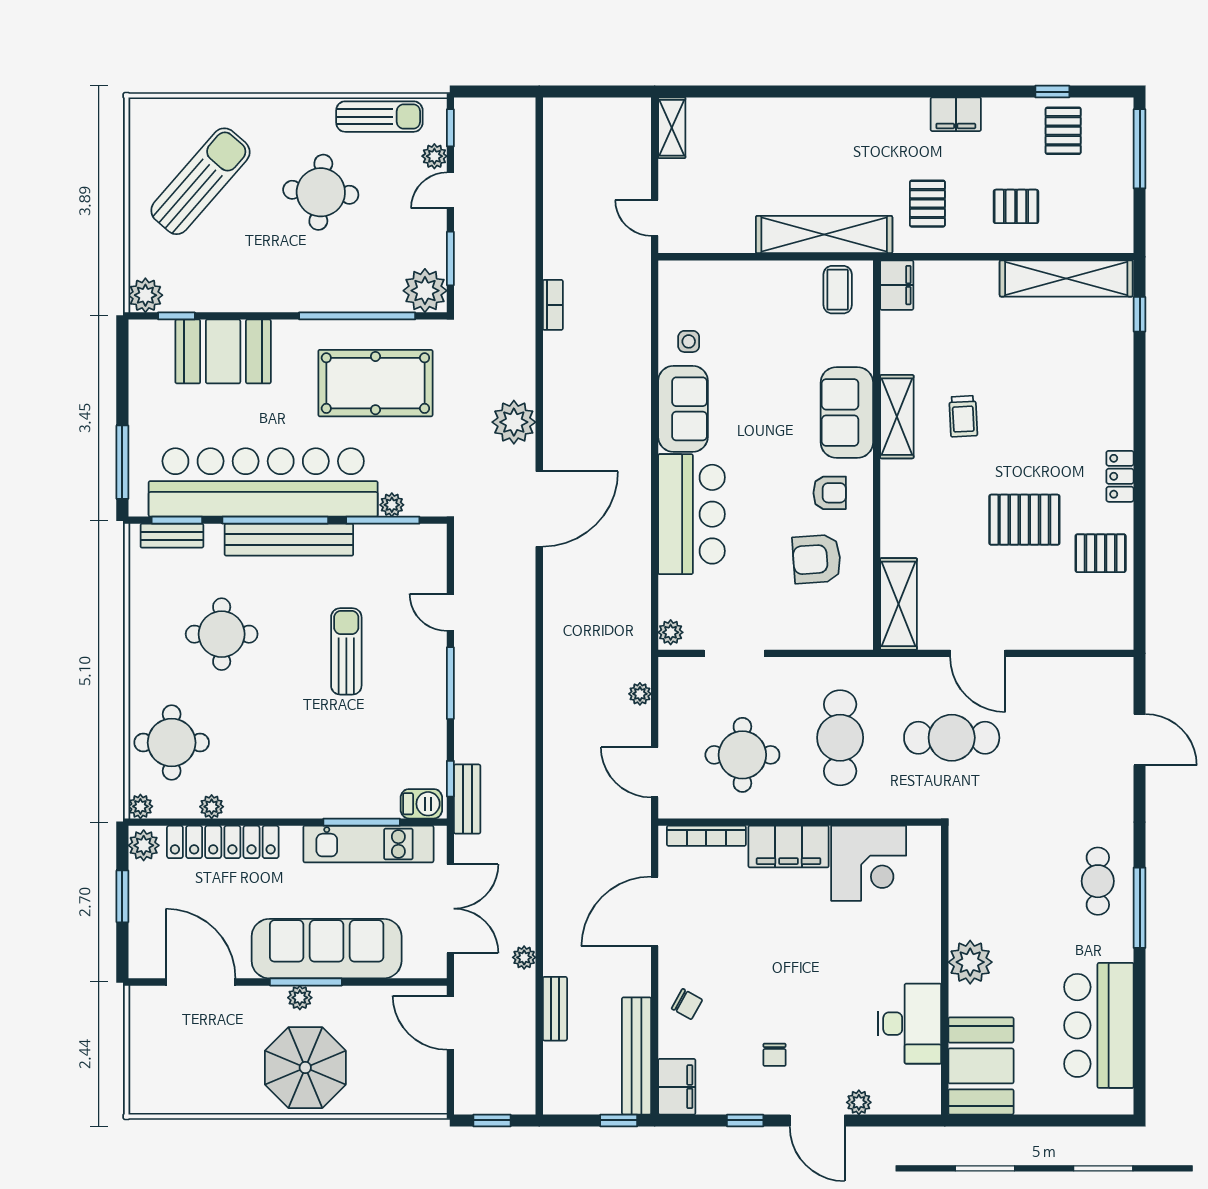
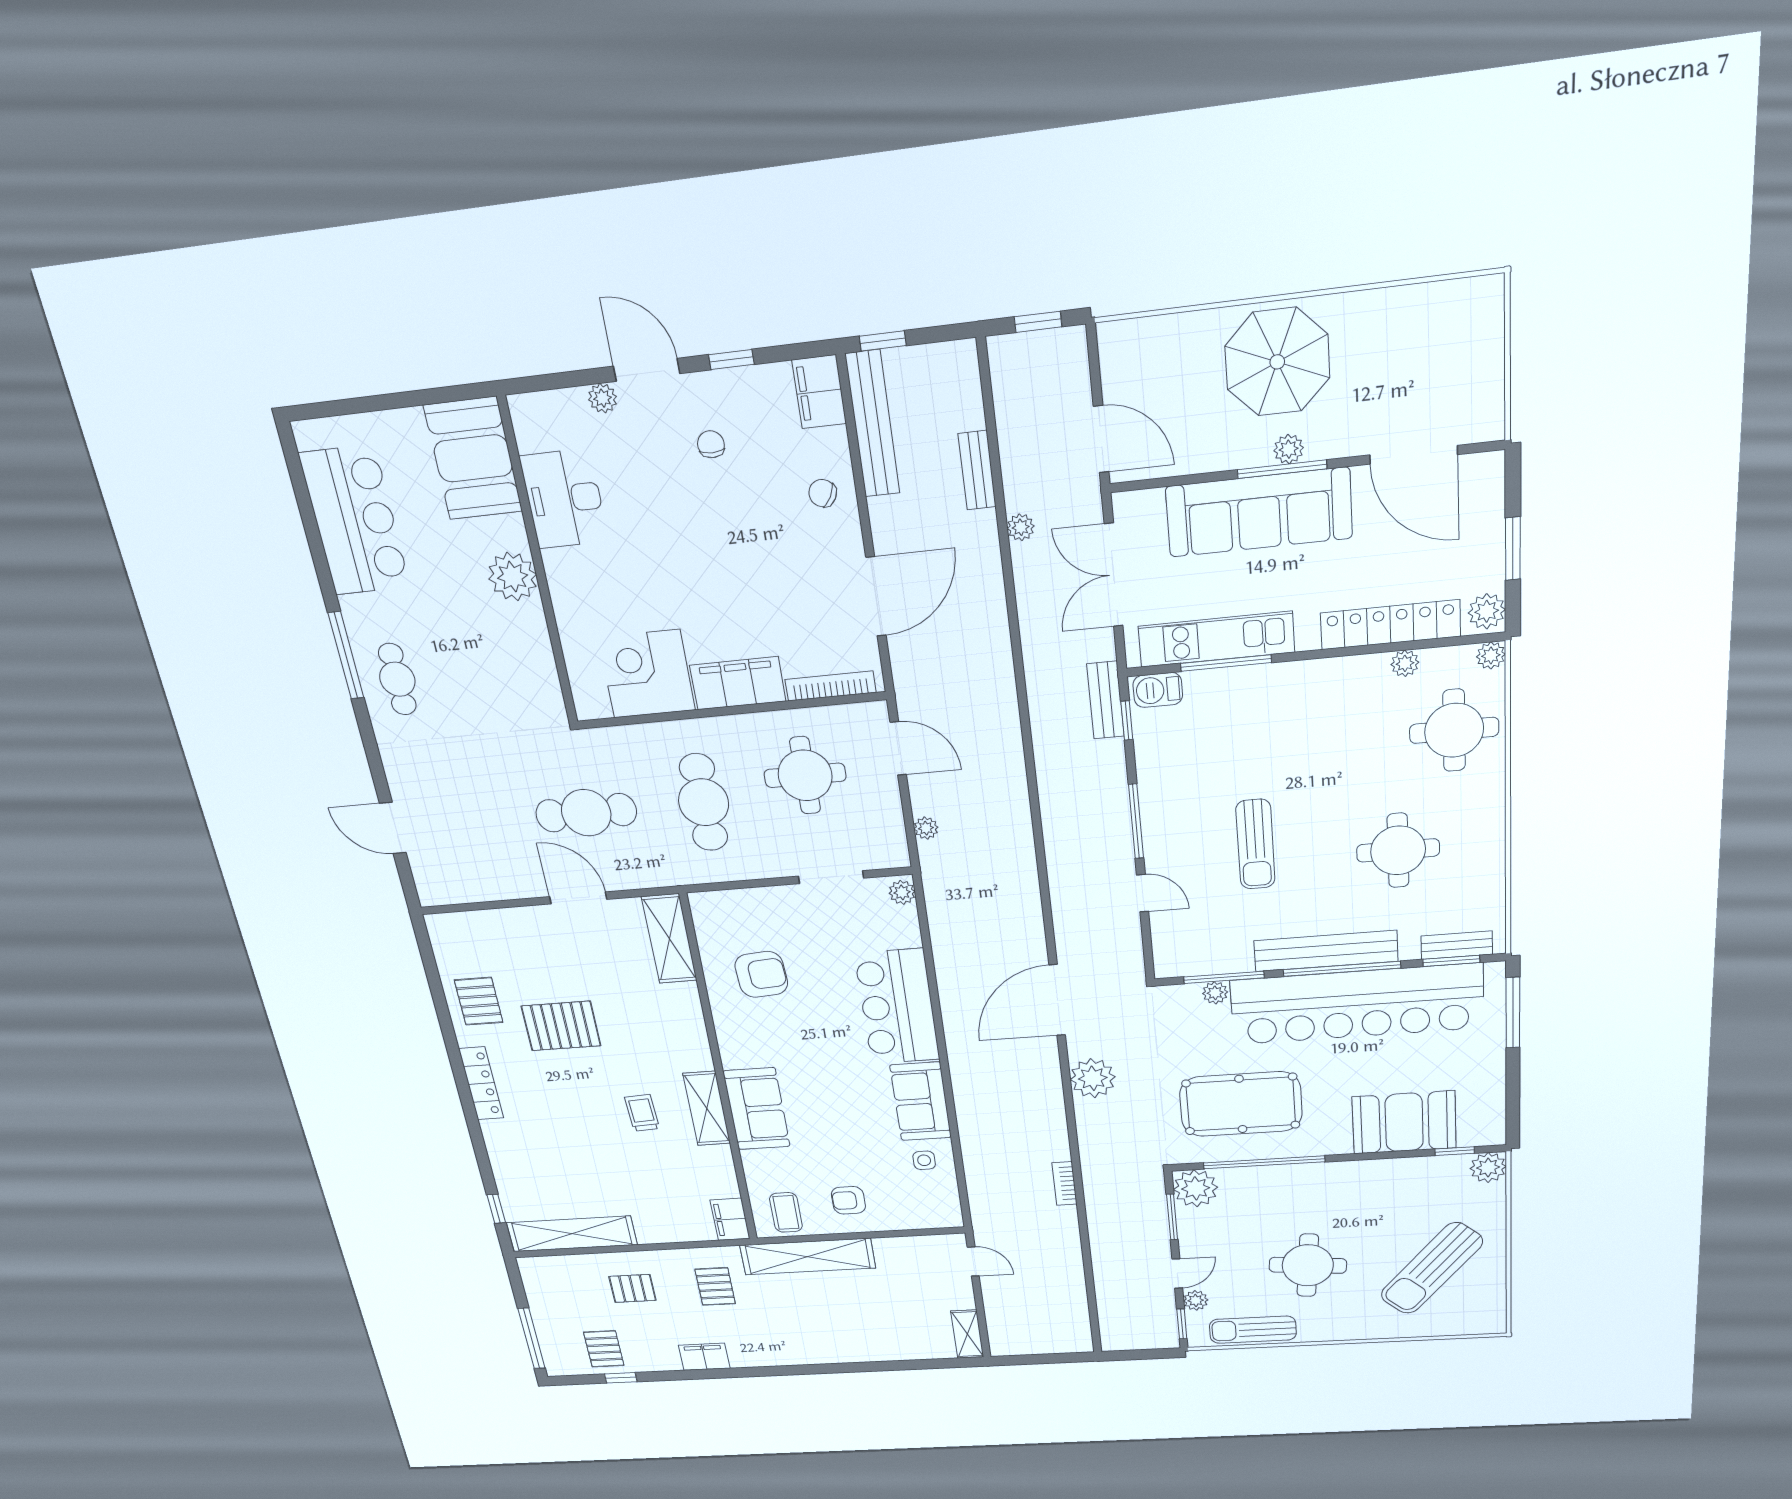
locker: (1120, 476) -> (481, 1083), width x1.53
armchair: (830, 493) -> (848, 1200), moved
pallet: (1101, 553) -> (479, 1001), turned 90

